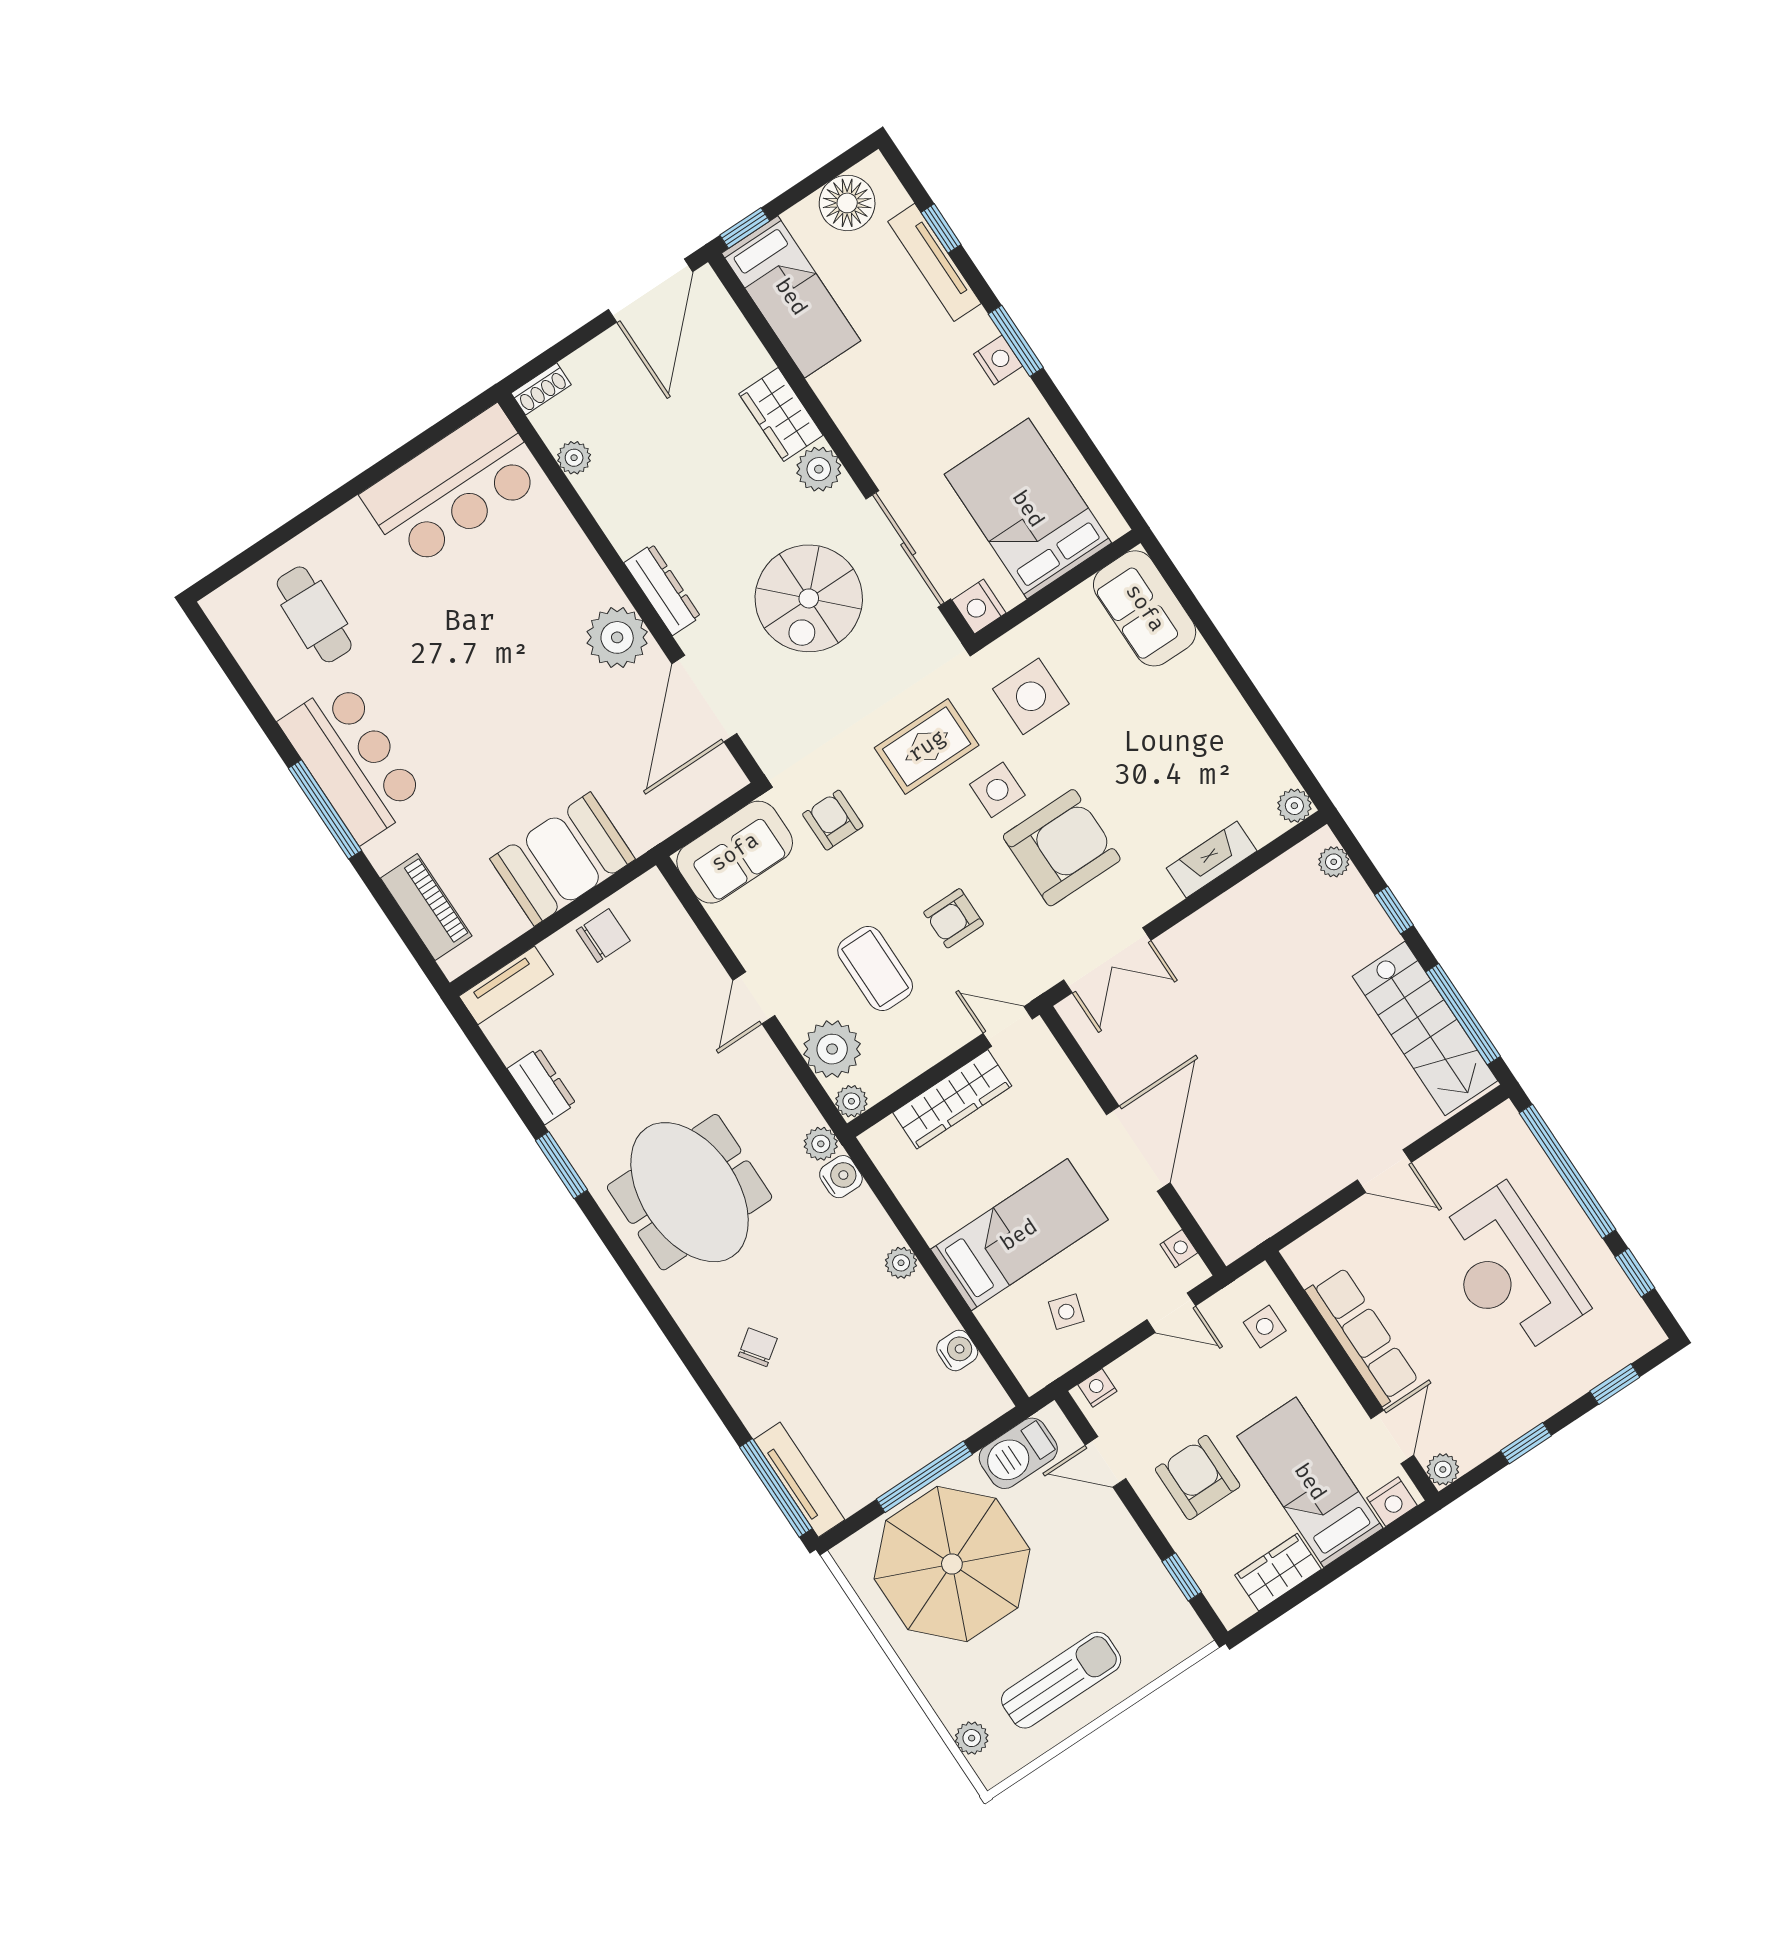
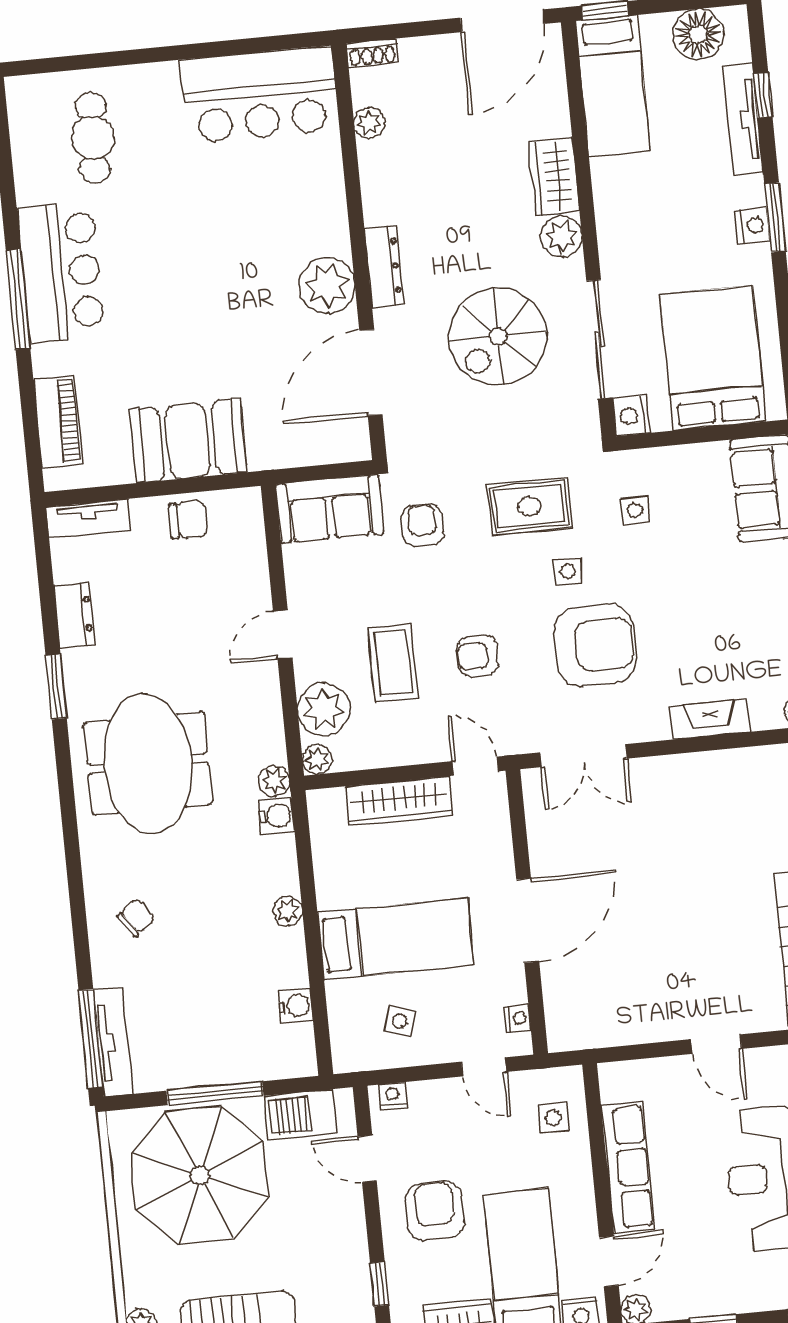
side table: (1031, 696) -> (635, 510), width x0.54, depth x0.54
side table: (997, 790) -> (568, 571), width x0.73, depth x0.73

